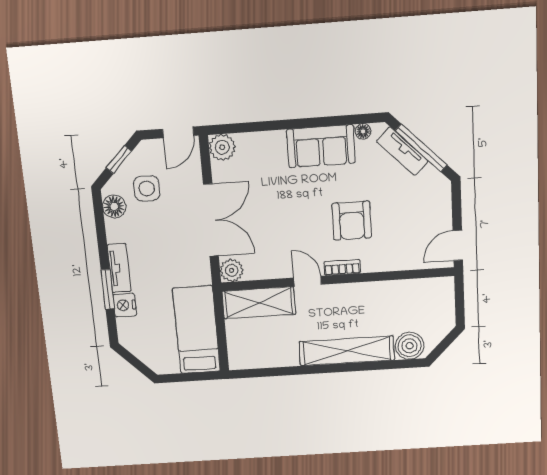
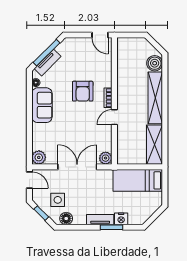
armchair: (352, 221) -> (83, 91), turned 90
shelving: (259, 303) -> (155, 145), moved

